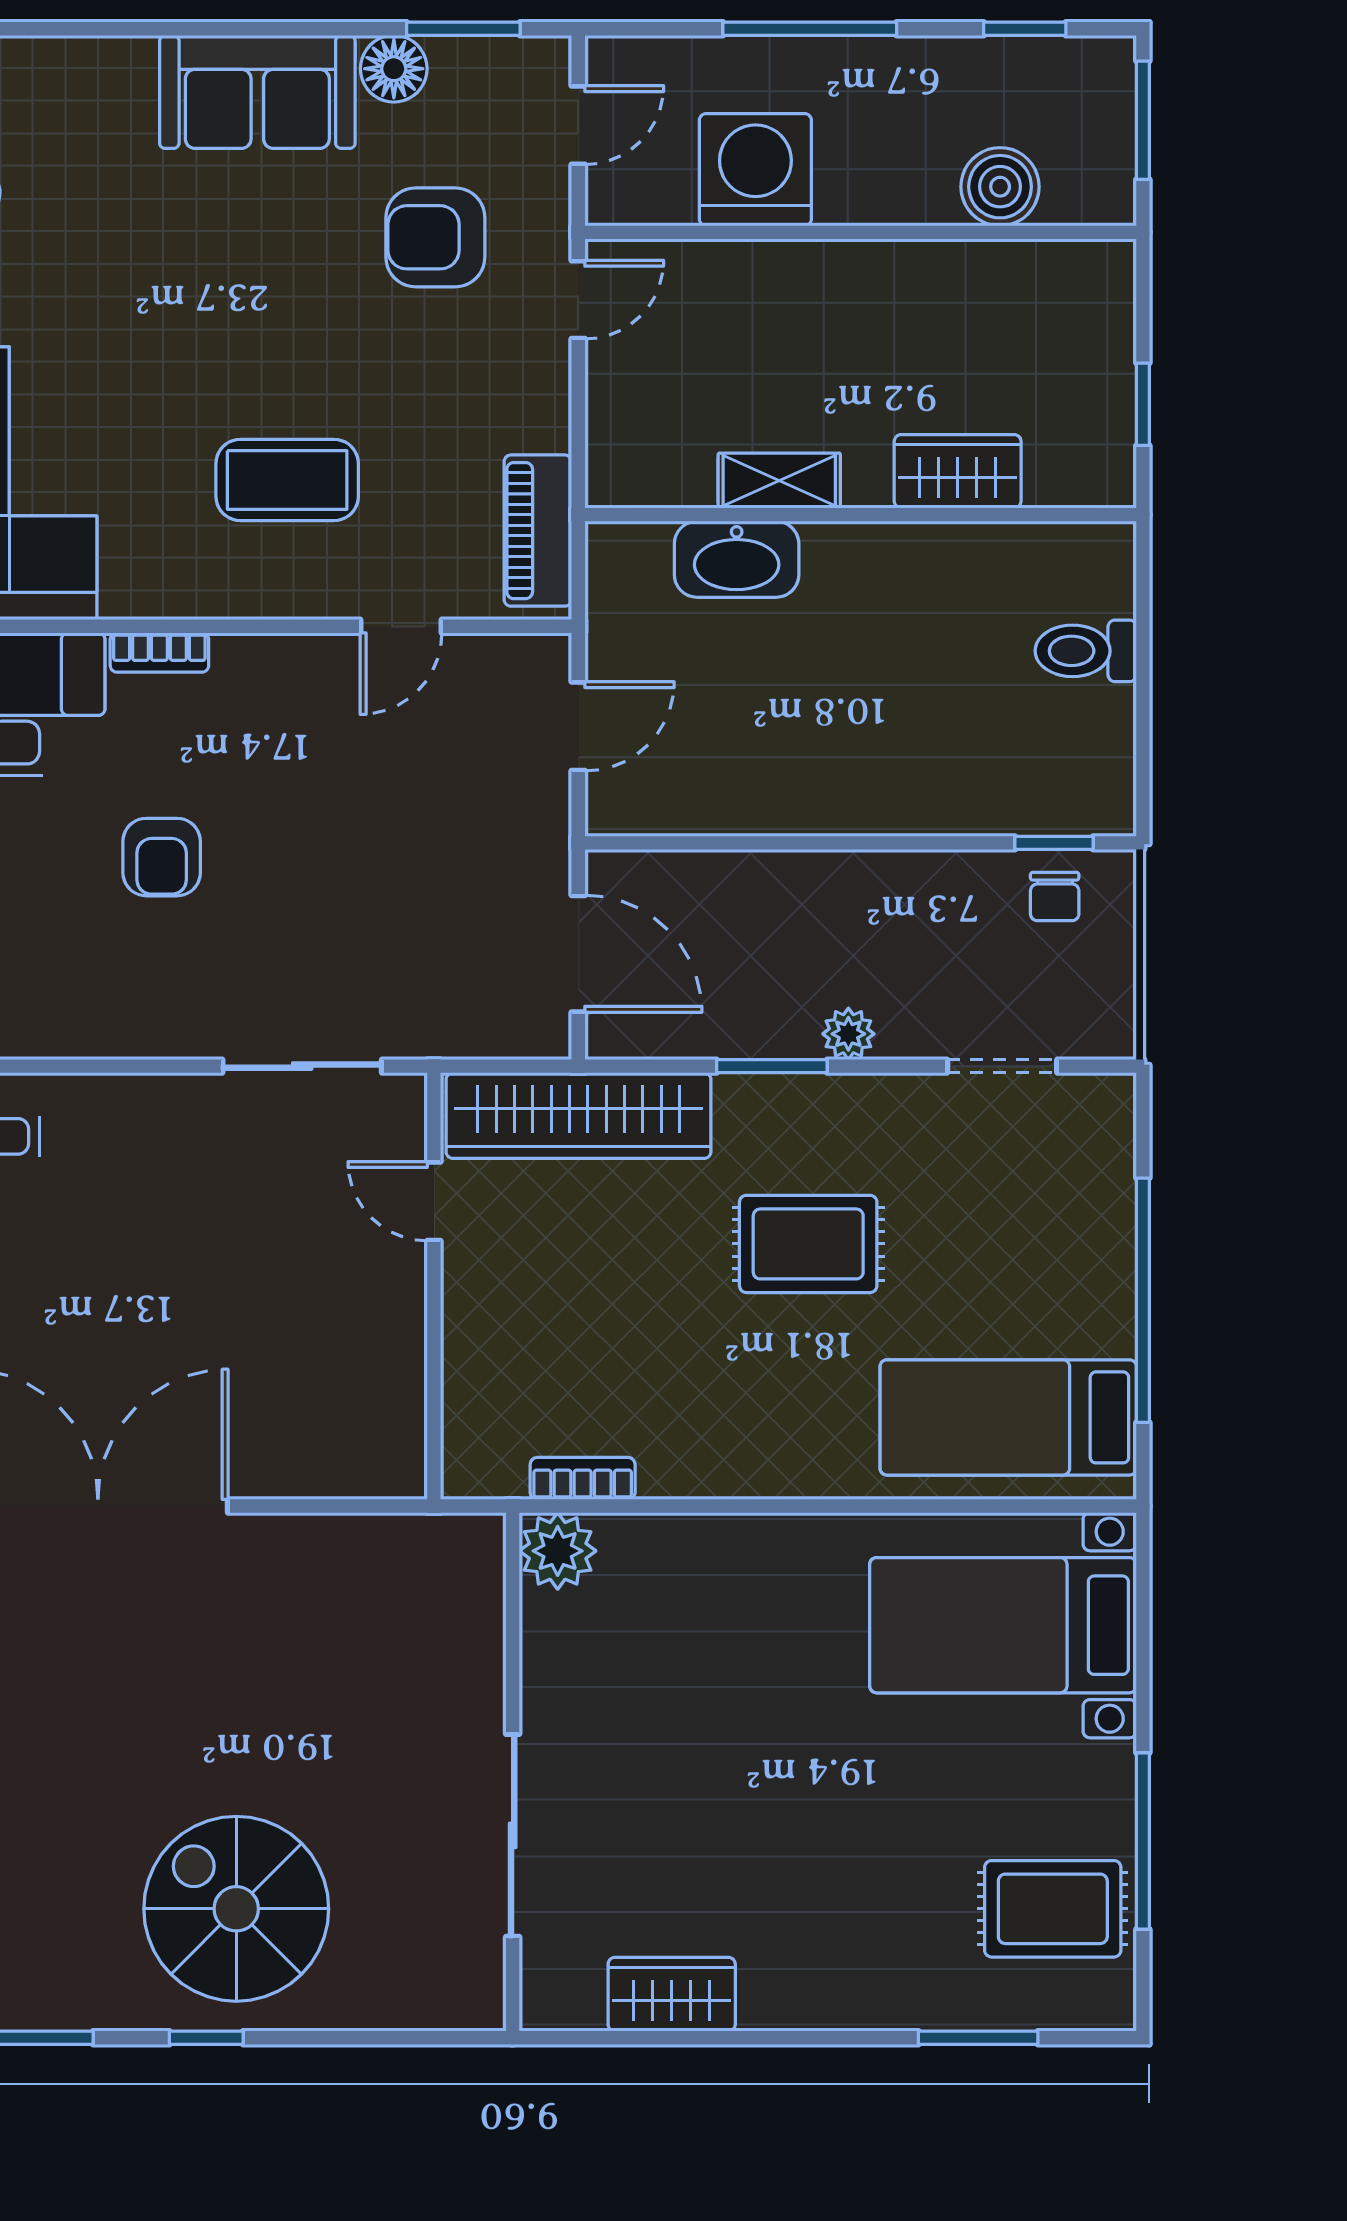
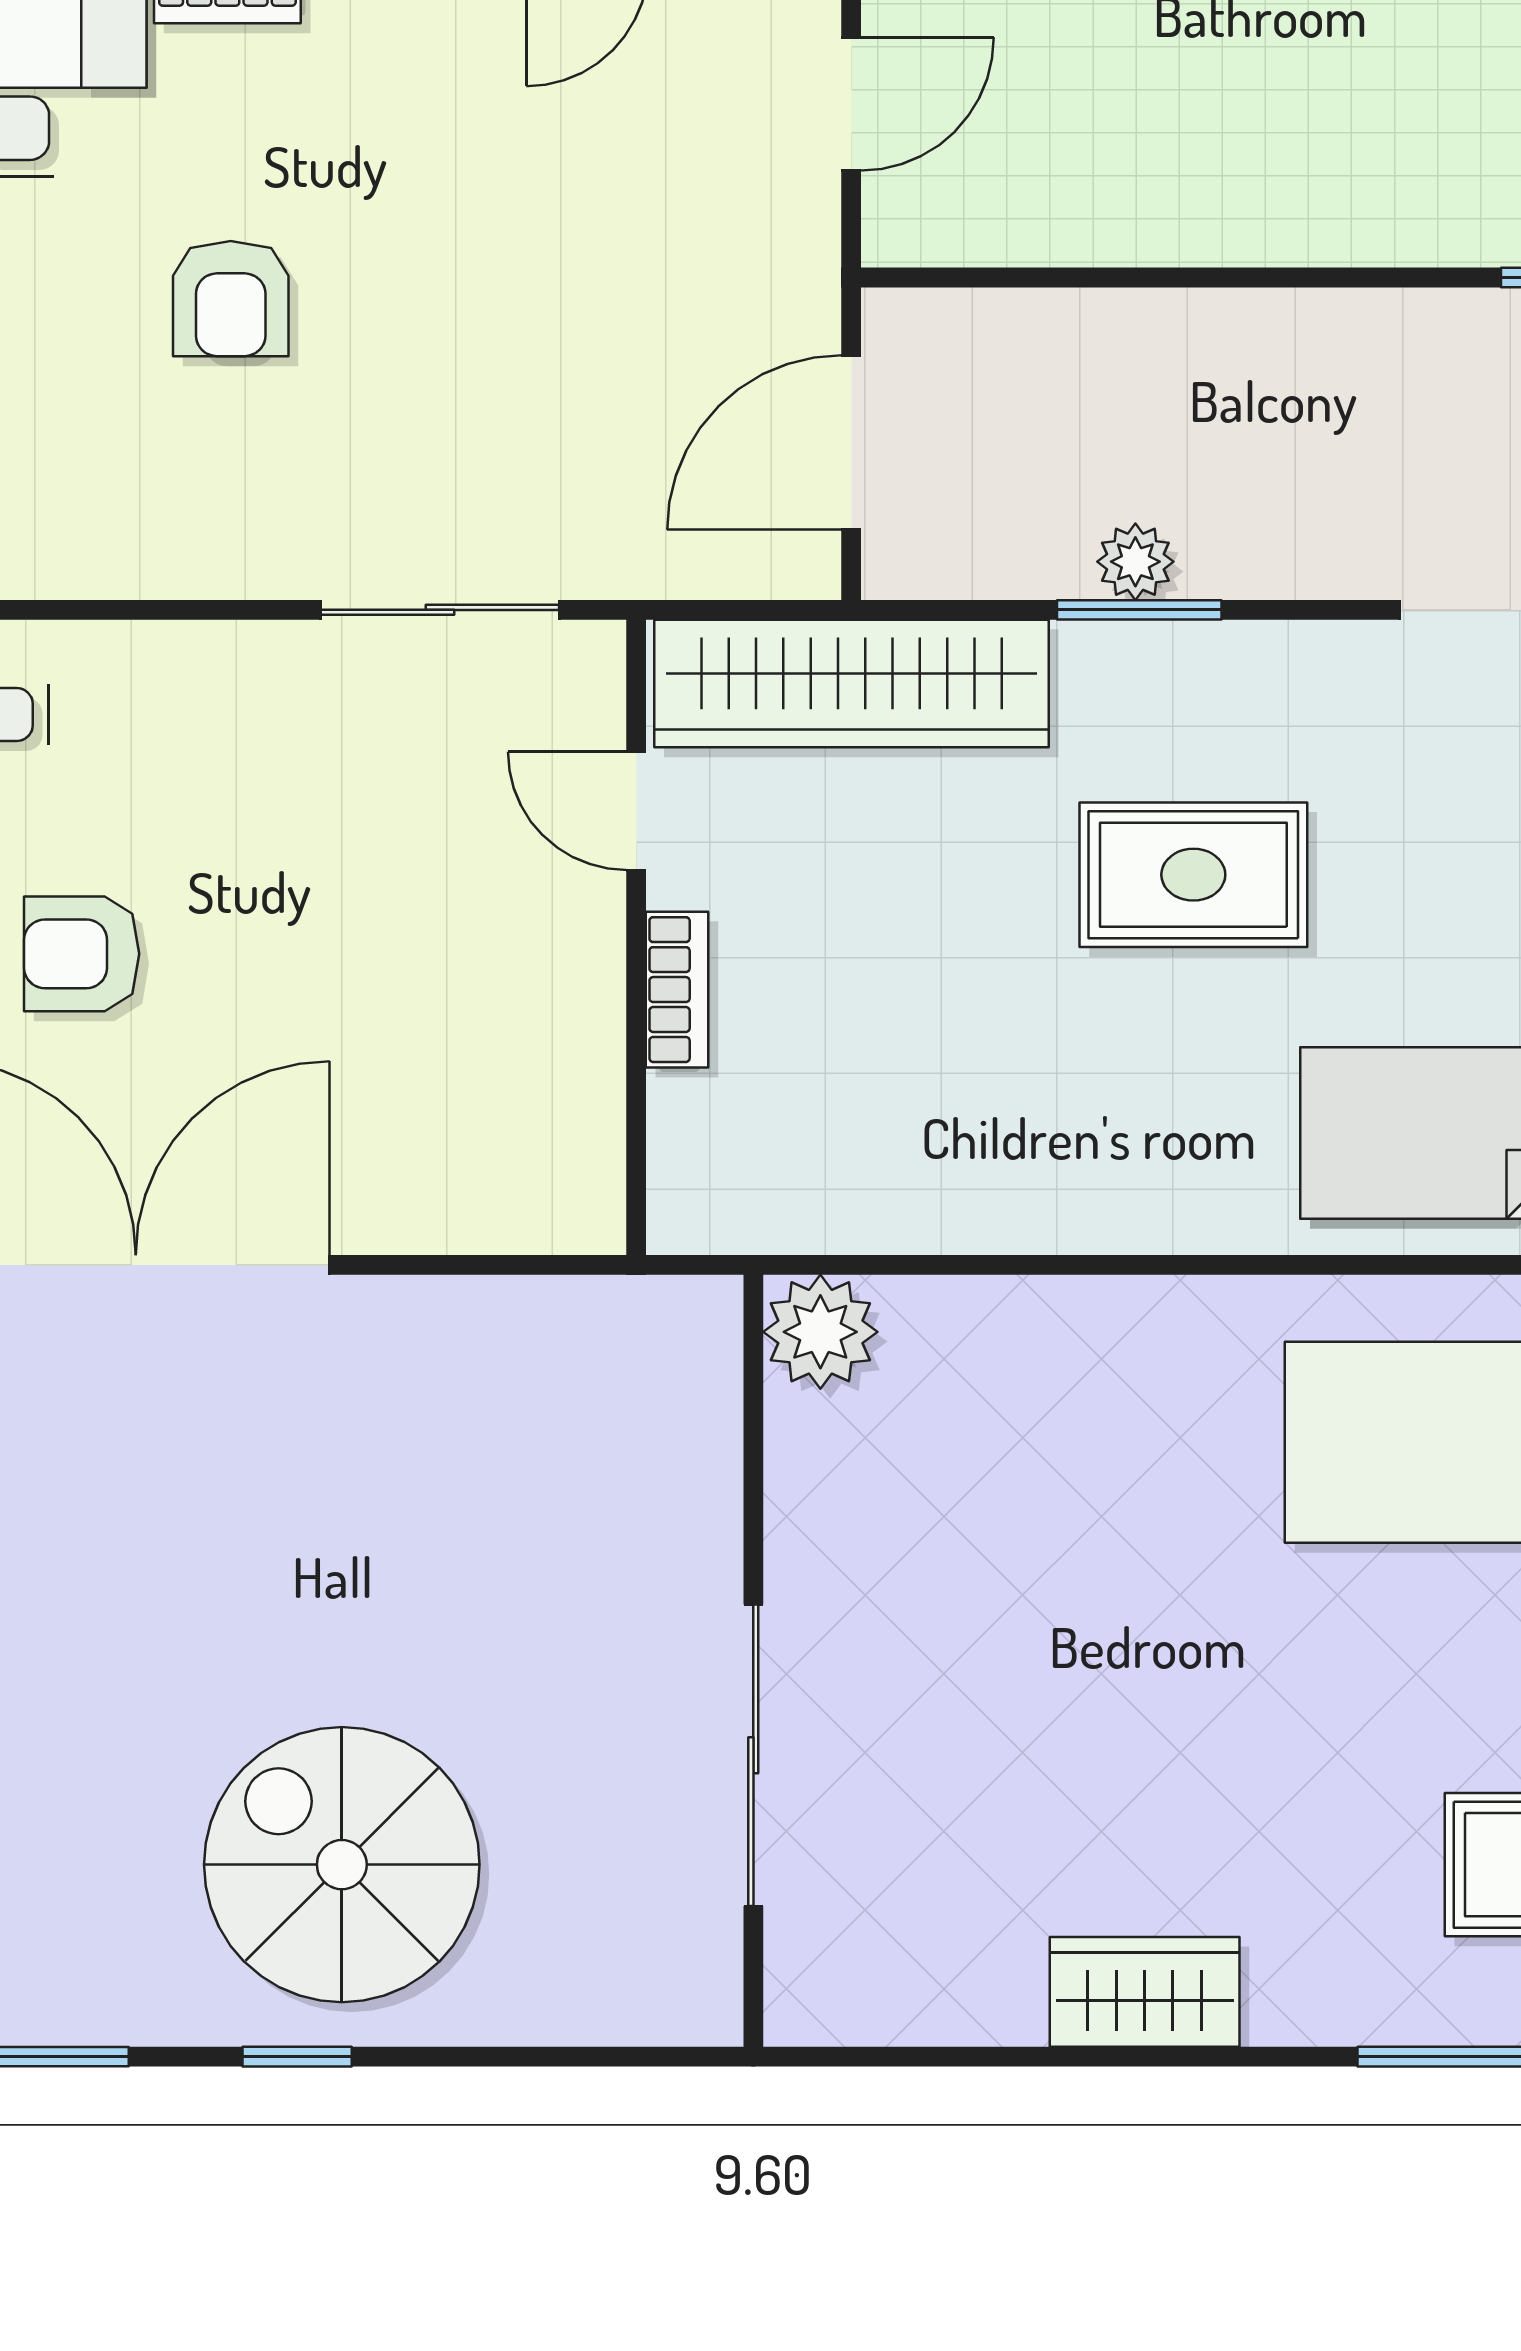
door: (578, 954) -> (851, 443), swing flipped
plant: (848, 1034) -> (1135, 562), moved
armchair: (62, 1297) -> (82, 954), added
bookcase: (583, 1478) -> (677, 990), moved, turned 90
wardrobe: (672, 1994) -> (1145, 1992), moved

